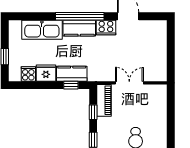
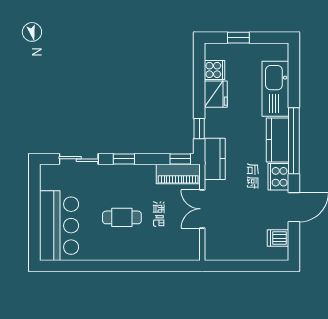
dishwasher: (151, 28) -> (278, 238), added
kitchen counter: (72, 74) -> (215, 159), moved
double door: (129, 83) -> (202, 209), swing flipped
window: (93, 112) -> (180, 159), moved

